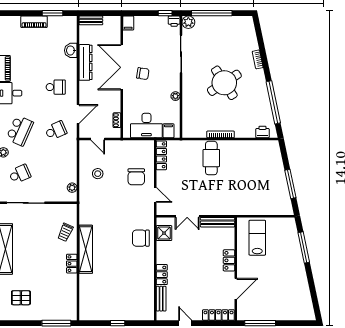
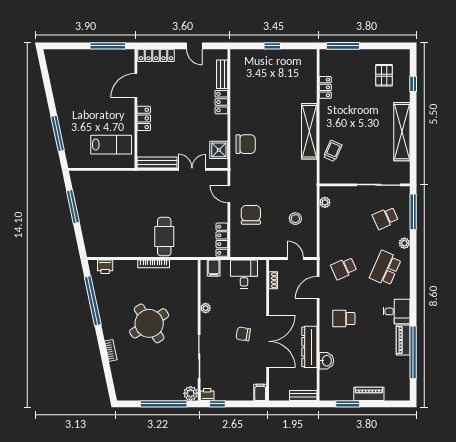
desk: (146, 126) -> (244, 274), width x0.73
lab bench: (257, 238) -> (111, 145), turned -90
locker: (72, 264) -> (325, 87), moved
pallet: (21, 298) -> (384, 75), turned 90

